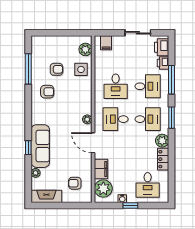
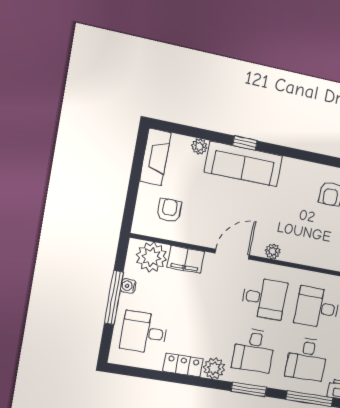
desk: (116, 119) -> (264, 298), turned 90
window: (130, 205) -> (114, 298), width x2.17

